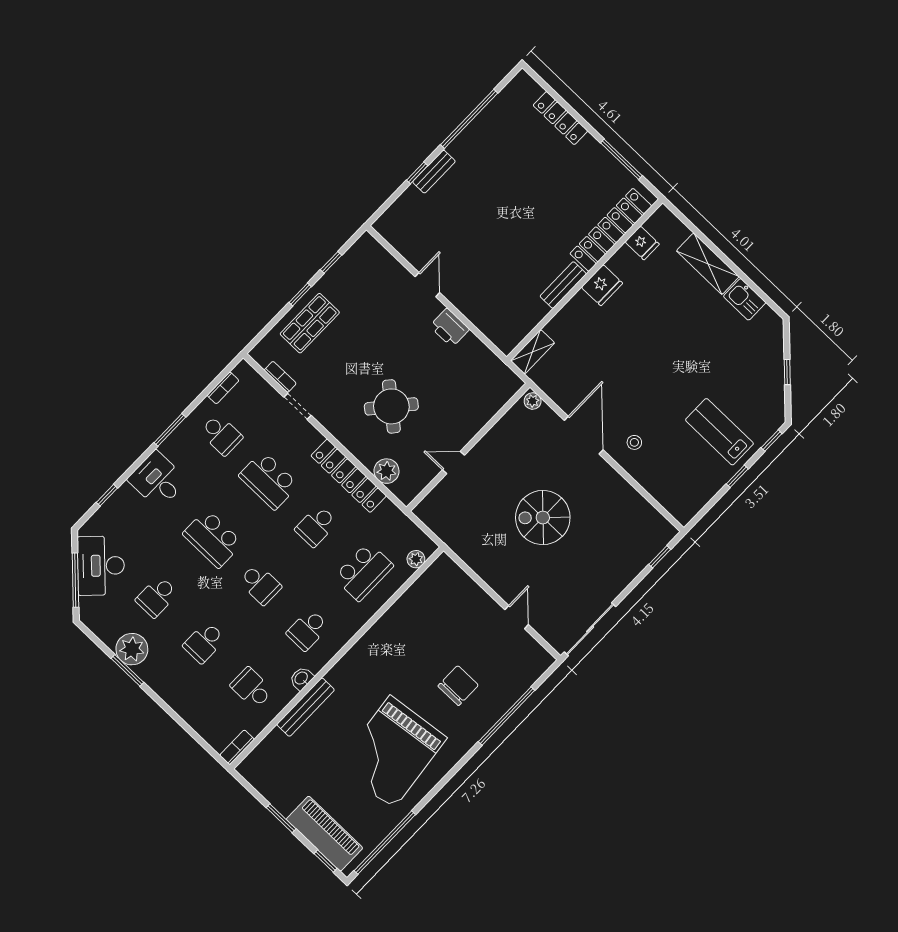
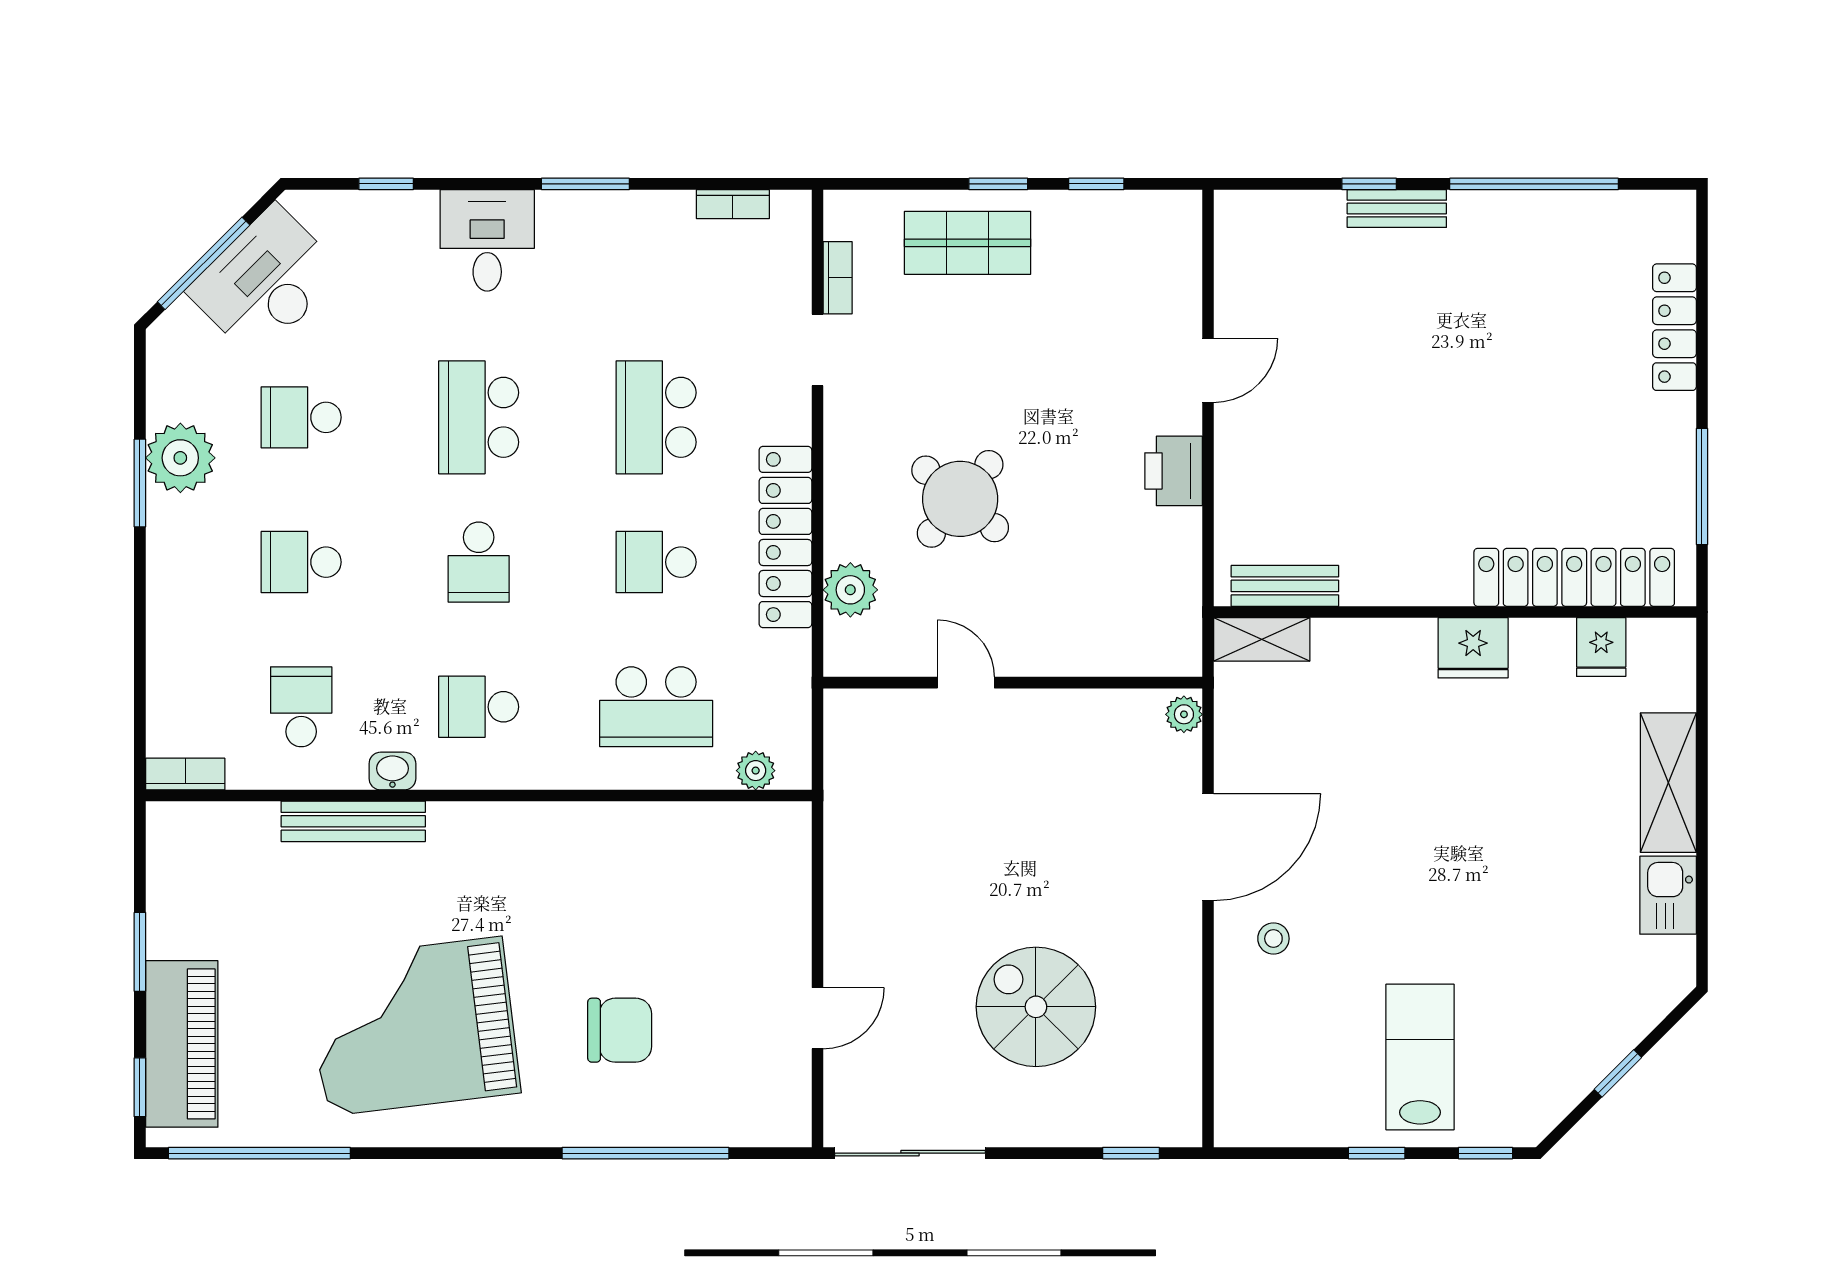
bench: (563, 285) -> (1285, 586), moved
school desk: (221, 435) -> (656, 273), removed
spiral stairs: (543, 518) -> (1036, 1007), moved

